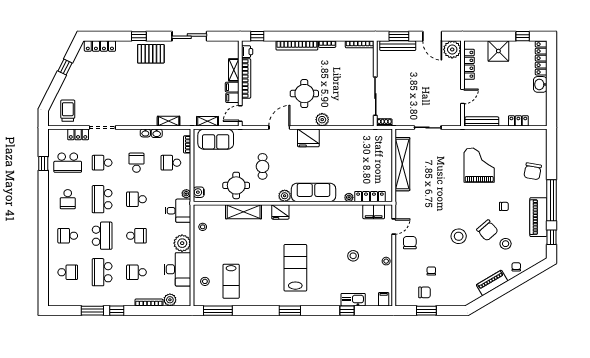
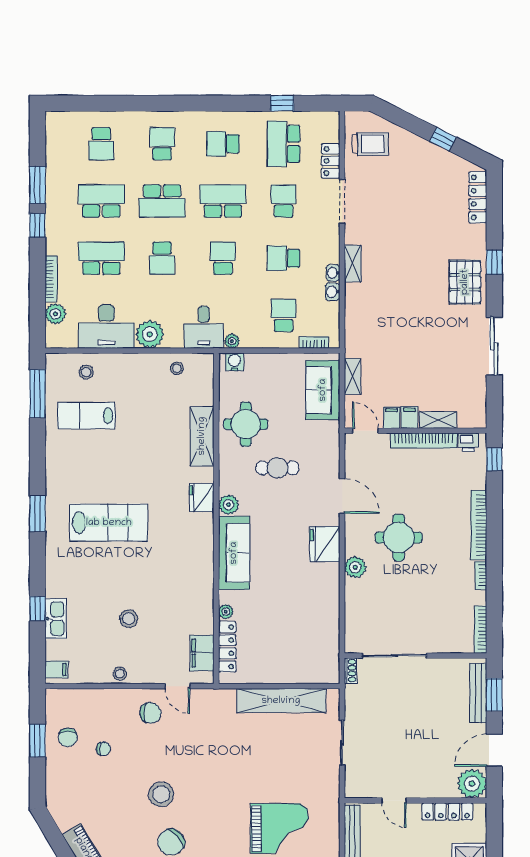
shelving: (169, 121) -> (353, 263), moved
school desk: (136, 163) -> (284, 258), turned 180
school desk: (136, 272) -> (101, 258), width x1.85

